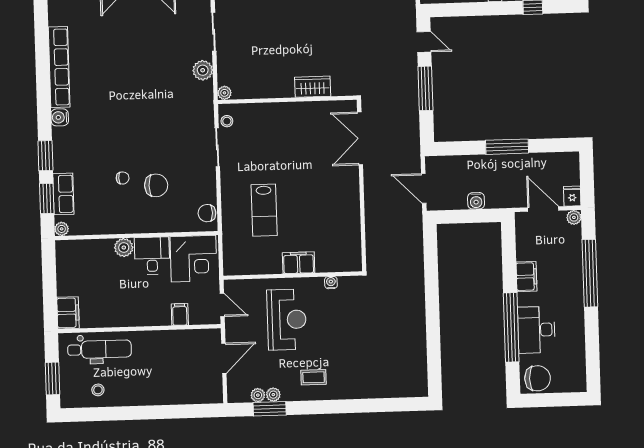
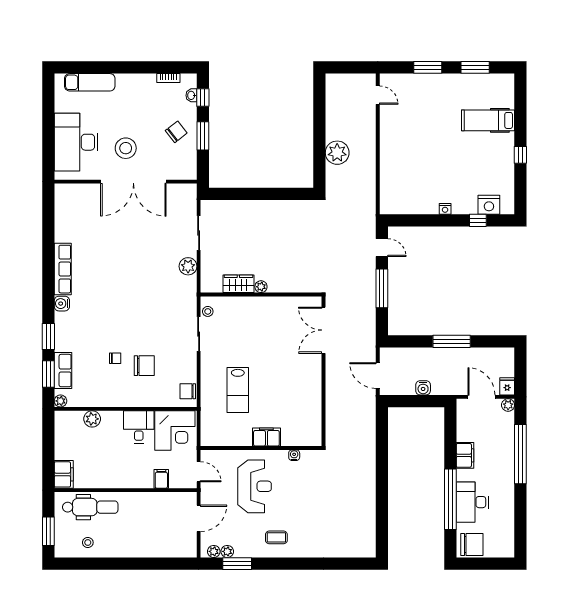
row of seats: (59, 67) -> (63, 269), width x0.73
wardrobe: (313, 87) -> (238, 284), moved
plant: (224, 93) -> (261, 287), moved
plant: (124, 248) -> (92, 419), moved
plant: (273, 395) -> (214, 551), moved

